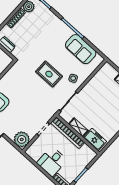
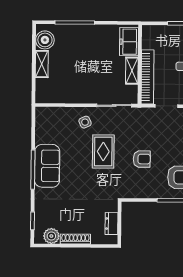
sofa: (81, 49) -> (47, 166), moved
armchair: (27, 91) -> (142, 159), added

